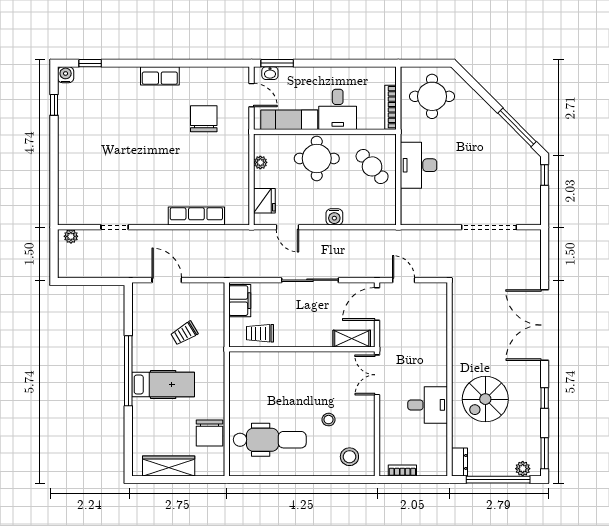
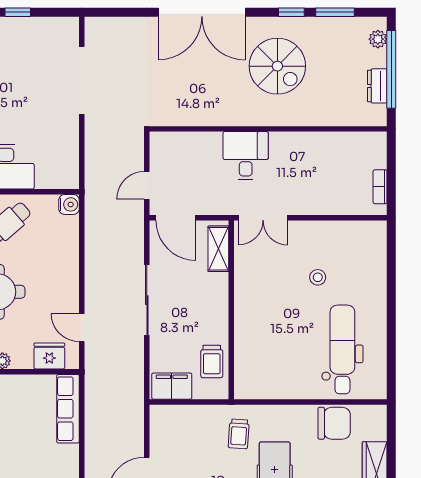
row of seats: (196, 216) -> (68, 409), moved
water cooler: (334, 217) -> (69, 204), moved
door: (287, 227) -> (82, 328), swing flipped
trolley: (184, 333) -> (239, 434), moved, turned 35
spiral stairs: (485, 399) -> (277, 66), moved
desk: (428, 405) -> (246, 156), moved
window: (545, 453) -> (335, 12), moved
stool: (349, 457) -> (363, 252), removed
dresser: (460, 462) -> (377, 86), moved, turned -90

